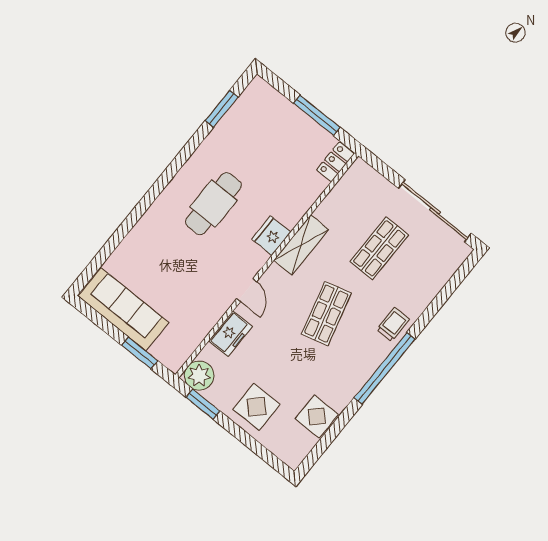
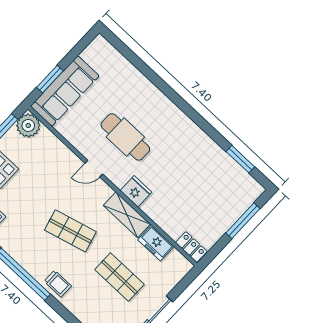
window: (317, 115) -> (243, 221), moved
cafe table: (213, 204) -> (125, 137), moved
sofa: (123, 309) -> (65, 91), moved
freezer: (230, 334) -> (156, 243), moved

